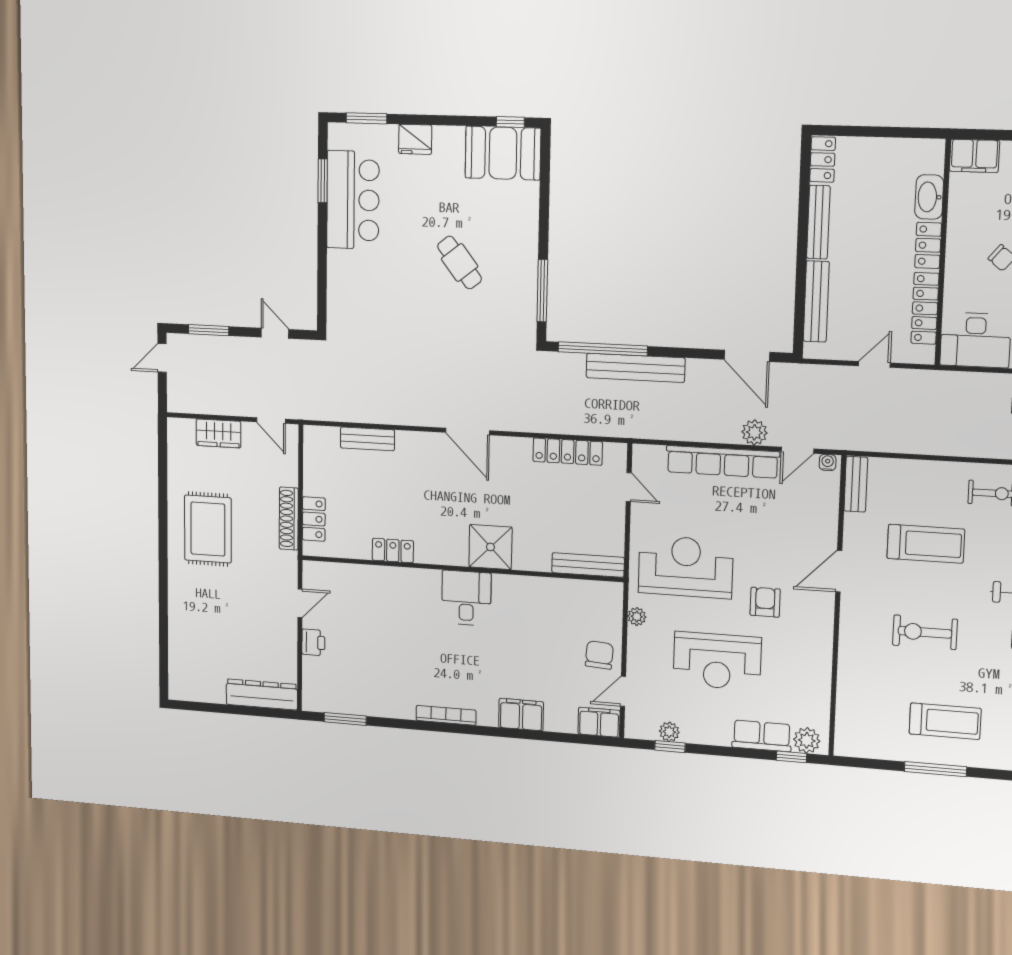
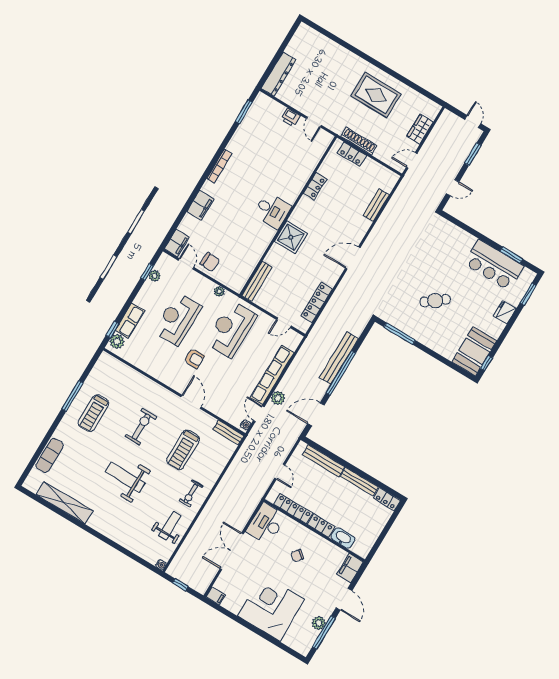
window: (603, 349) -> (341, 373), moved
reception desk: (686, 567) -> (231, 329), turned 180

